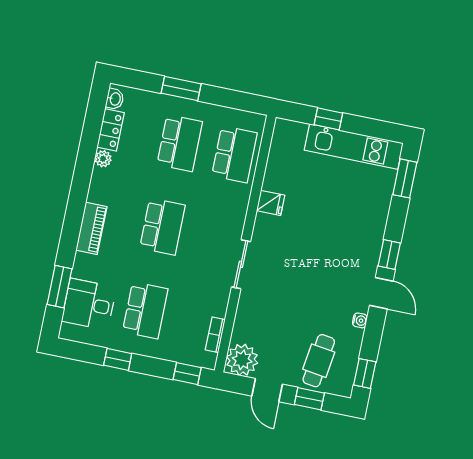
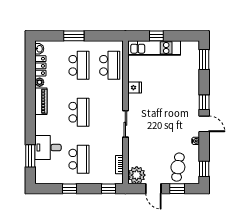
kitchen unit: (354, 147) -> (154, 48), moved
piano: (91, 228) -> (41, 101), moved
desk: (89, 304) -> (48, 148), moved

